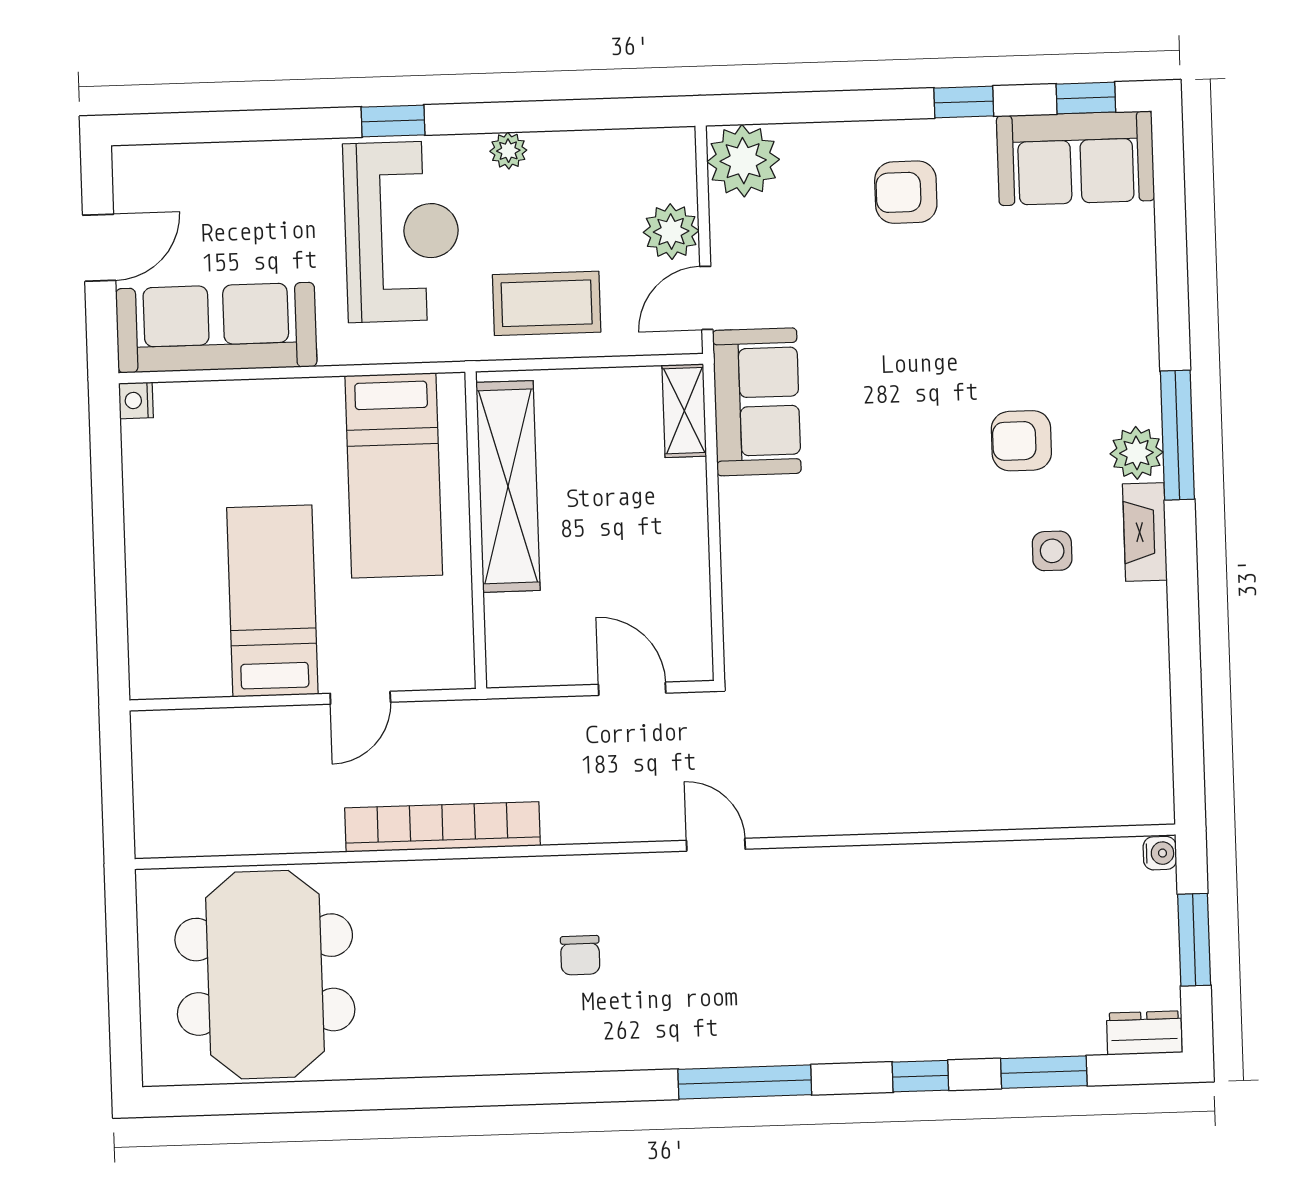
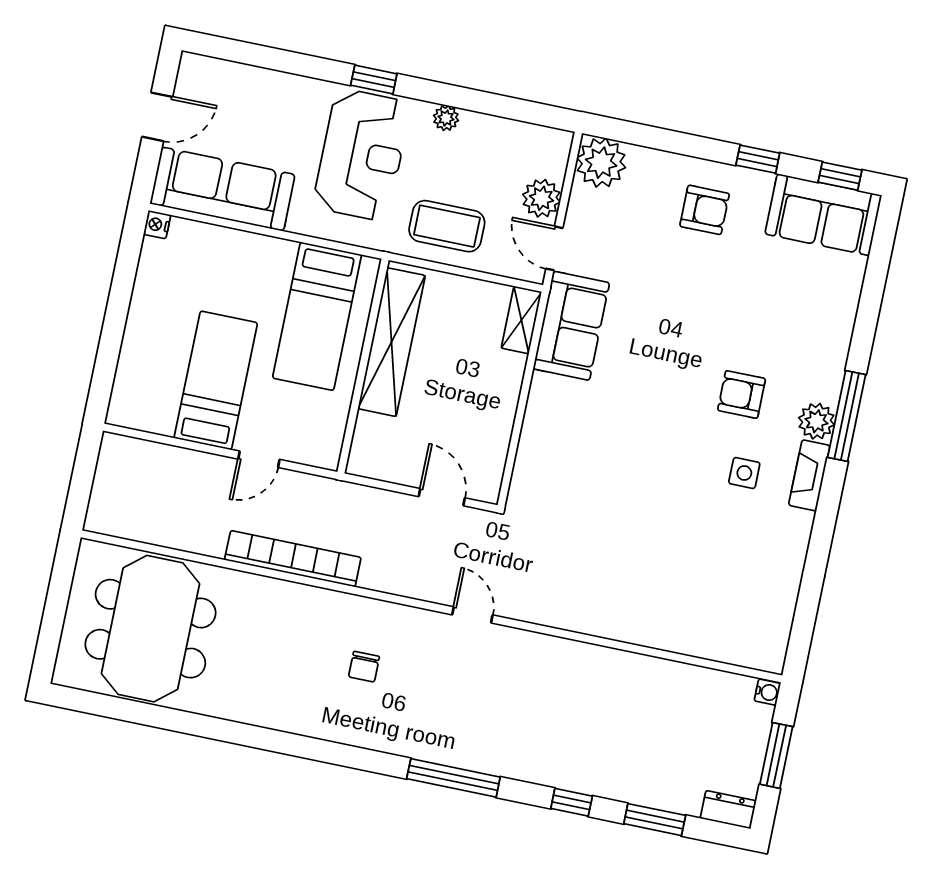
armchair: (906, 192) -> (705, 210), turned 180
door: (706, 298) -> (554, 248), hinge flipped

